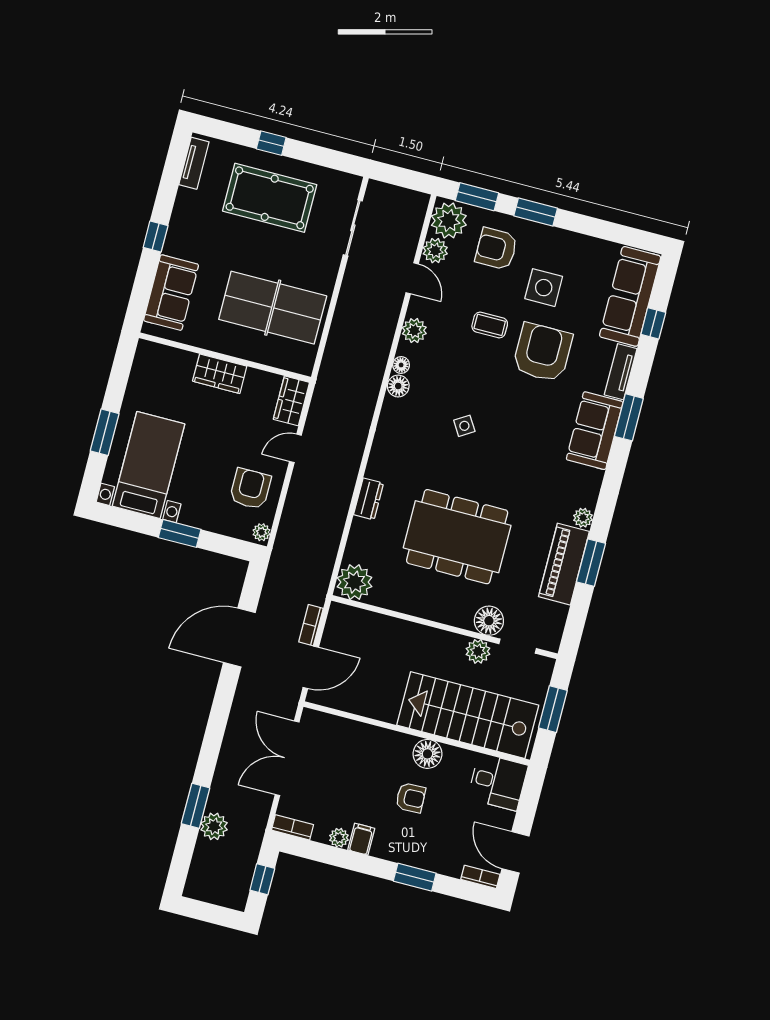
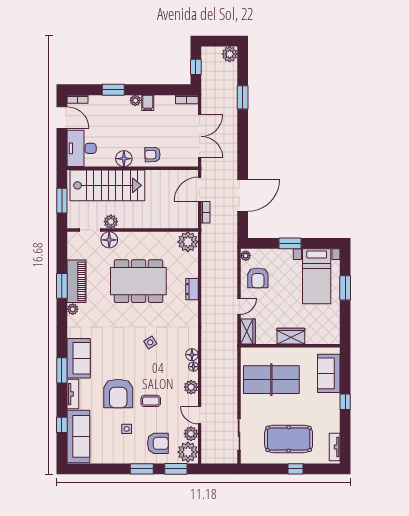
side table: (544, 288) -> (127, 429), width x0.54, depth x0.54
desk: (498, 782) -> (82, 148), width x1.37
armchair: (411, 798) -> (153, 155), moved
plant: (214, 826) -> (230, 54), moved
plant: (339, 838) -> (135, 100), moved

